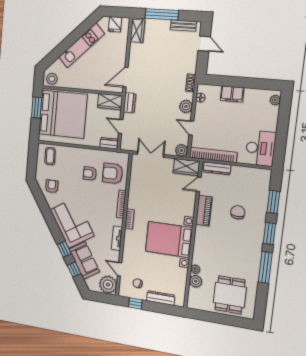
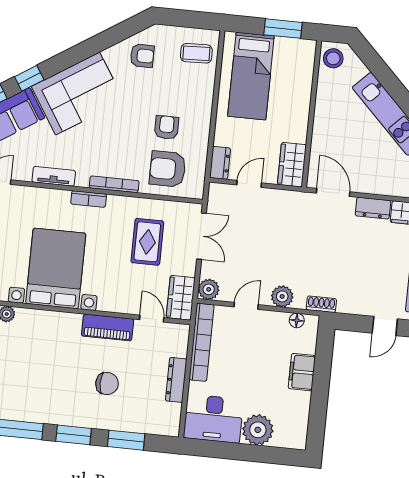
plant: (275, 100) -> (258, 430), moved, width x1.87, depth x1.87
dresser: (130, 103) -> (373, 208), moved
bed: (63, 114) -> (251, 76), width x0.49
dresser: (217, 168) -> (176, 380), moved
armchair: (113, 173) -> (168, 169), turned -90
rug: (154, 186) -> (147, 242), added

